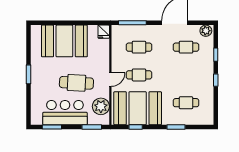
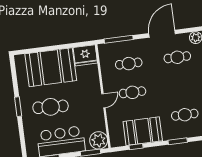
fridge: (104, 32) -> (85, 55), width x1.88, depth x1.34
cafe table: (76, 83) -> (51, 107), moved
plant: (101, 106) -> (99, 140), moved
booth: (138, 108) -> (143, 131), width x0.73, depth x0.70

